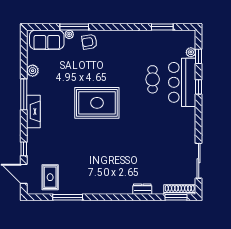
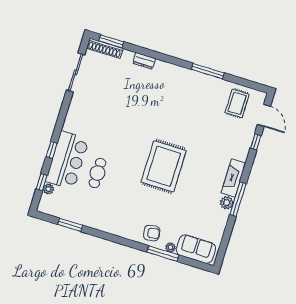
plant: (33, 71) -> (227, 203), moved
rug: (97, 103) -> (164, 166), turned 90
window: (68, 197) -> (208, 71), moved

